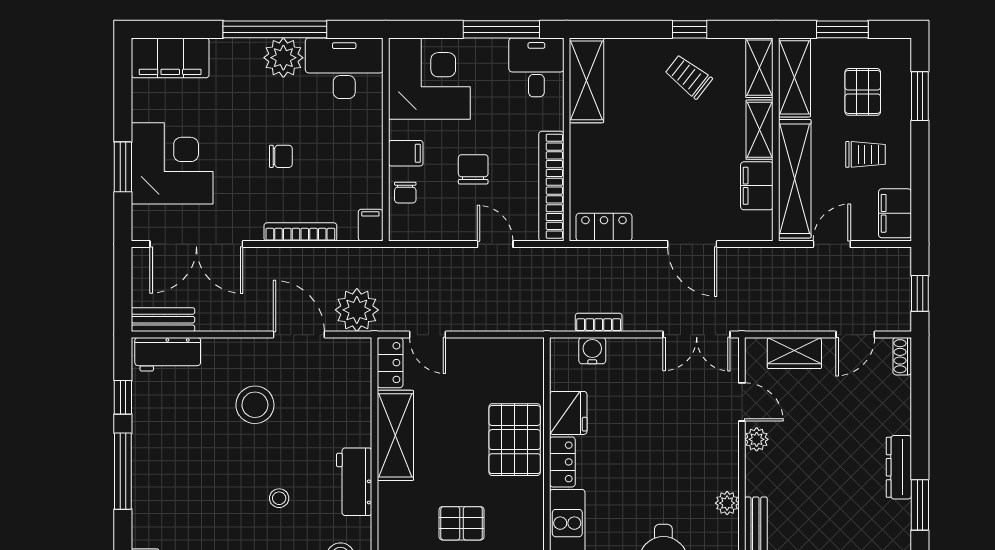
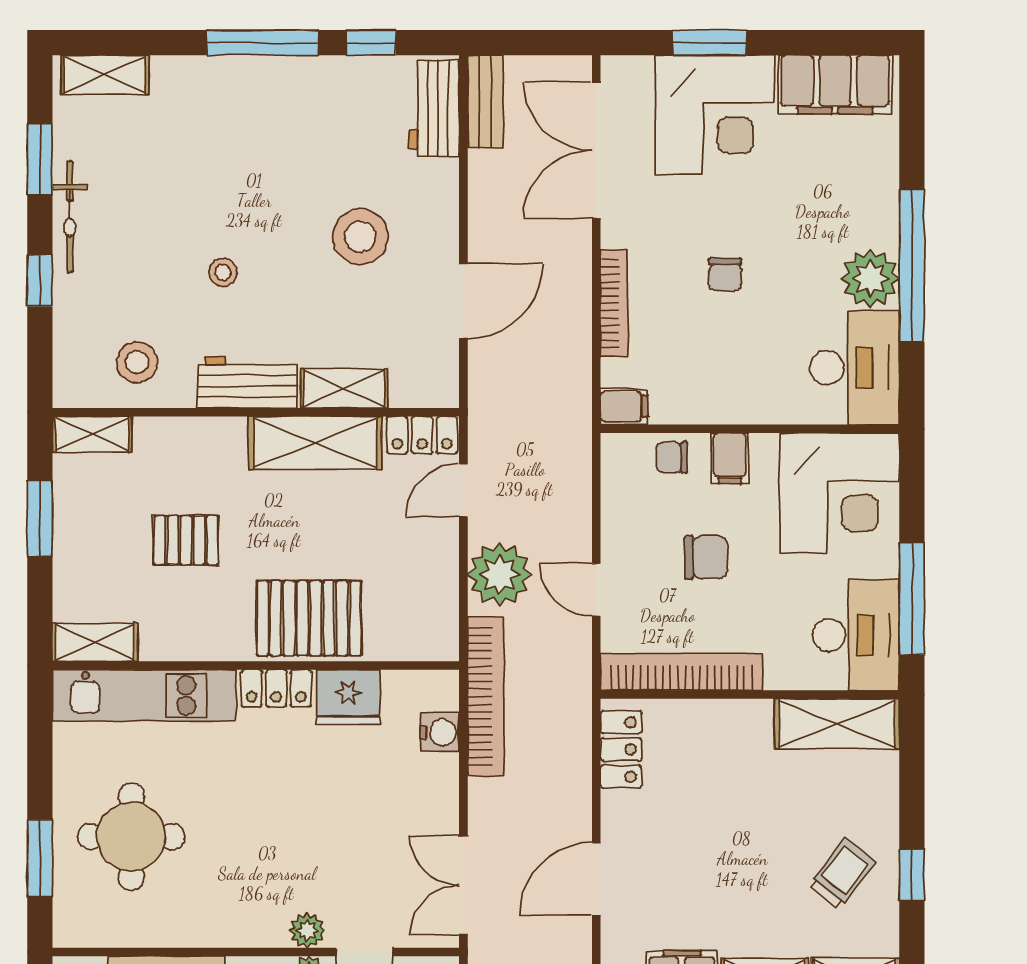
filing cabinet: (170, 58) -> (835, 85), moved, turned -90
desk: (536, 67) -> (856, 635), width x1.37
door: (495, 244) -> (596, 590), swing flipped
plant: (357, 310) -> (499, 575), moved
bookcase: (599, 322) -> (486, 697), width x2.31, depth x1.31
shelving: (358, 416) -> (344, 388), added
plant: (727, 503) -> (307, 930), moved
pallet: (462, 523) -> (186, 540), turned 90

